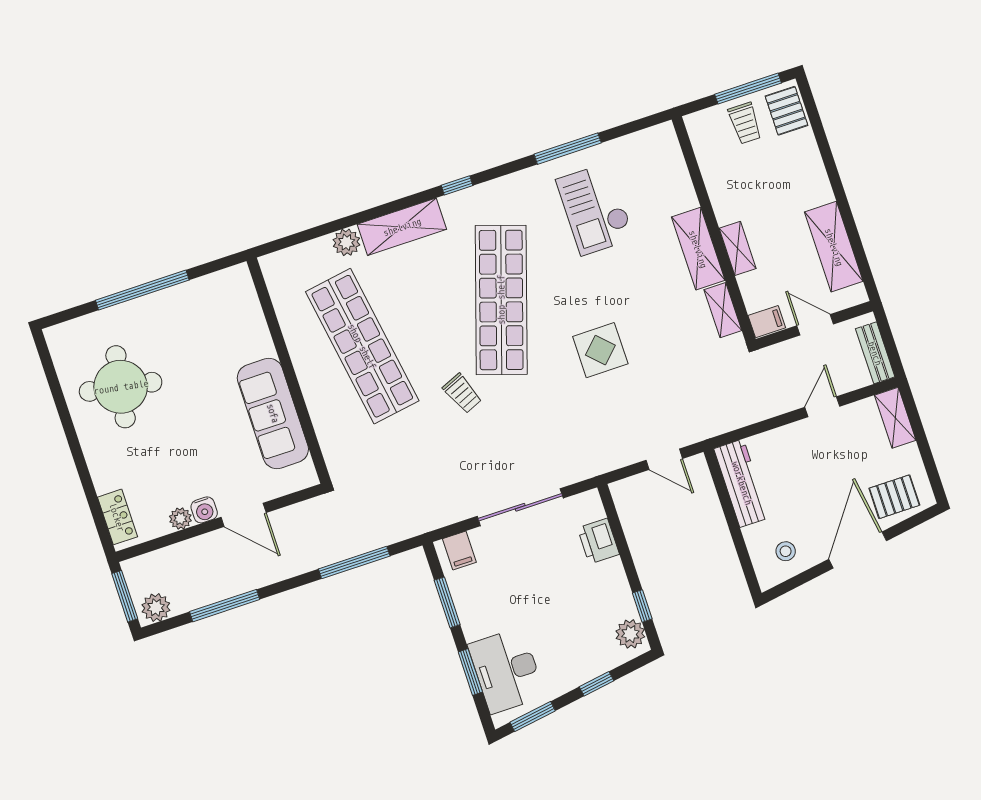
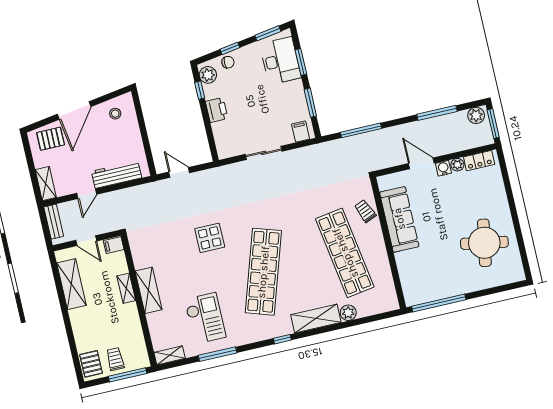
window: (748, 89) -> (128, 375), moved
window: (142, 290) -> (439, 303), moved
shelving: (723, 310) -> (170, 355), moved, turned 90
trolley: (462, 393) -> (365, 211), moved
workbench: (742, 483) -> (117, 175), moved, turned 90
sliding door: (520, 507) -> (264, 153), width x0.73
locker: (117, 517) -> (479, 161), moved, turned -90
printer: (598, 541) -> (217, 110), moved
chair: (597, 659) -> (228, 62), added

